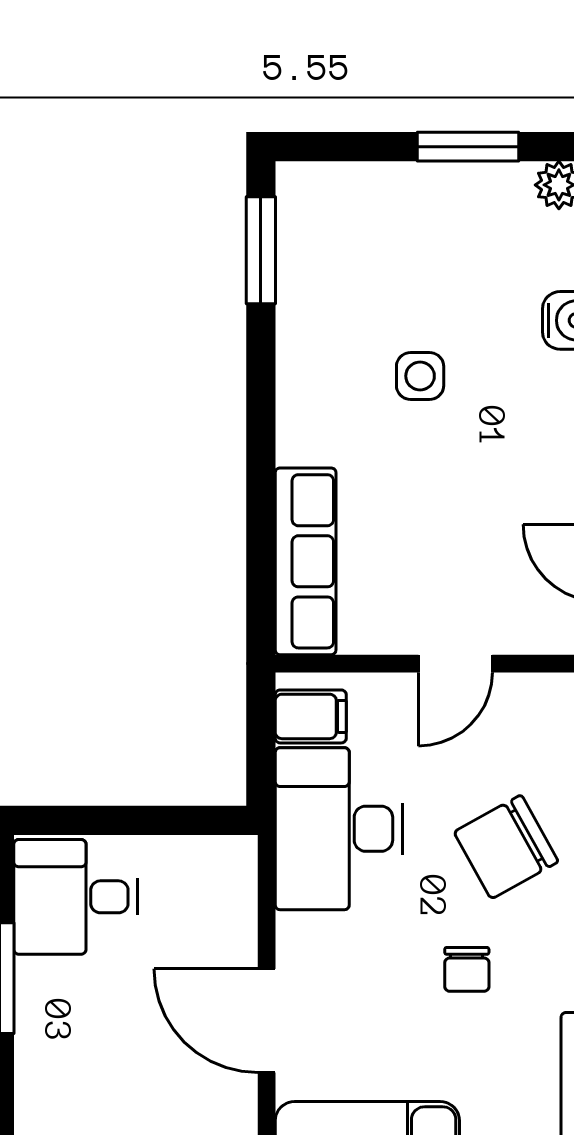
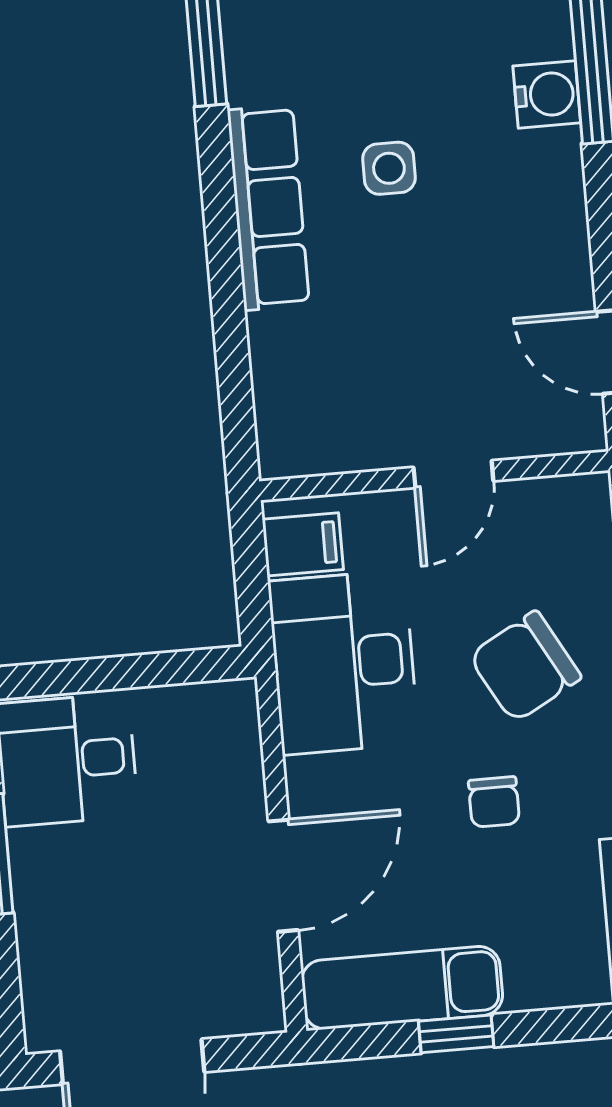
row of seats: (306, 561) -> (268, 208), moved
door: (267, 1021) -> (283, 876), swing flipped

